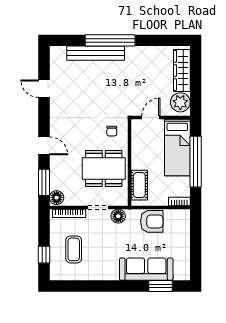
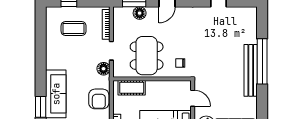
bench: (96, 53) -> (251, 70), moved
floor lamp: (57, 198) -> (140, 13), moved

